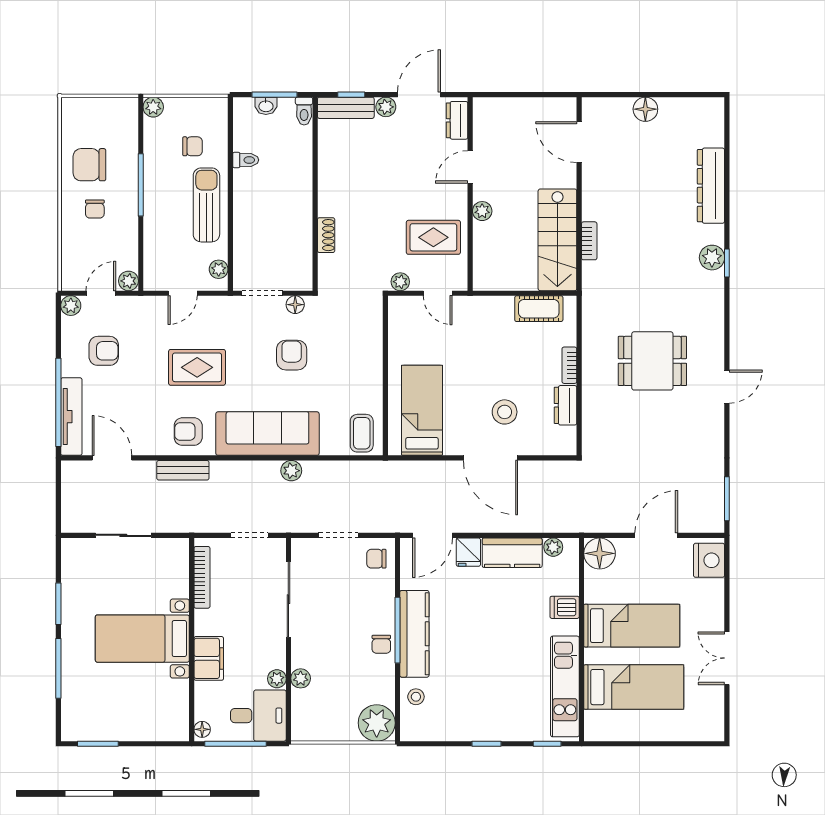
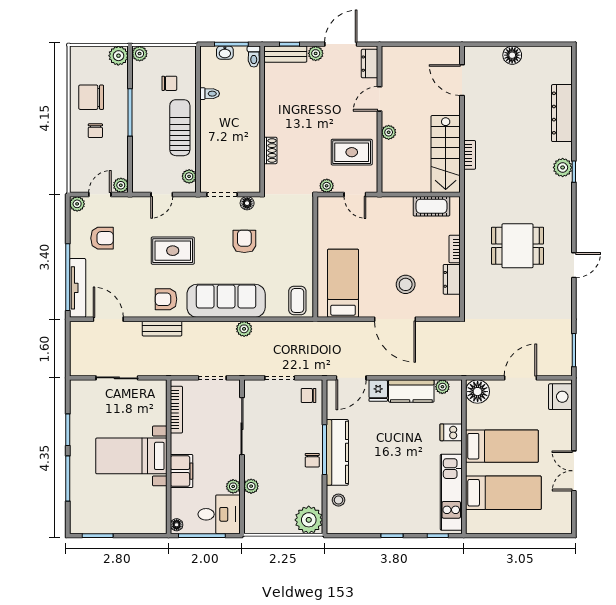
plant: (125, 110) -> (118, 56), added

